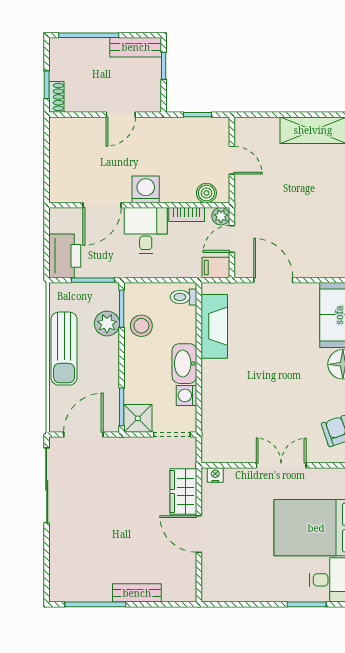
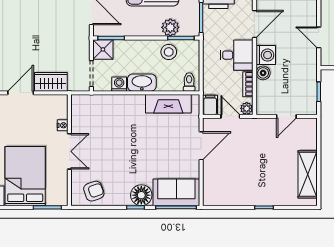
boiler: (206, 193) -> (263, 73), moved
door: (102, 205) -> (254, 24), swing flipped
nightstand: (215, 475) -> (63, 125), moved

